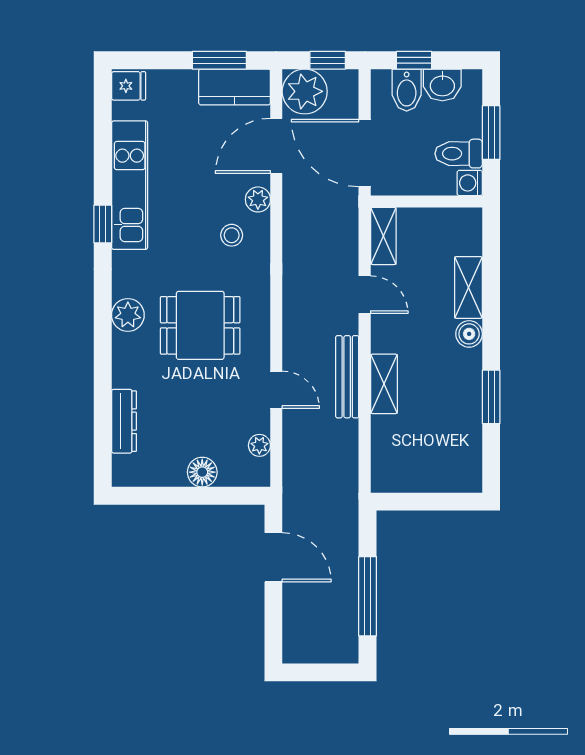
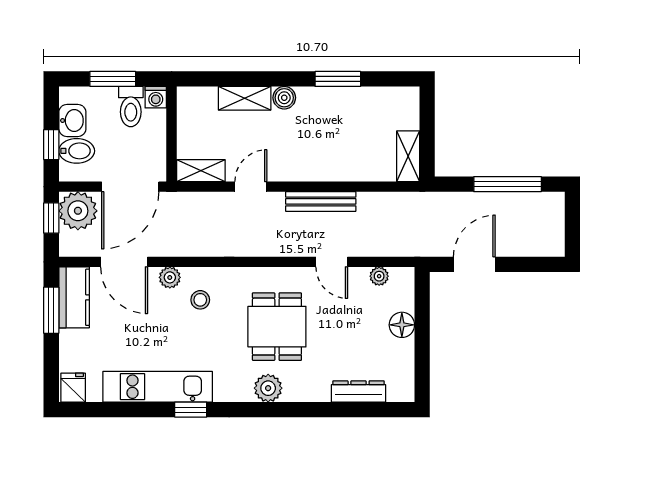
plant: (305, 91) -> (78, 211), moved
shelving: (384, 384) -> (408, 156), moved, turned 90
door: (276, 390) -> (332, 262), swing flipped

